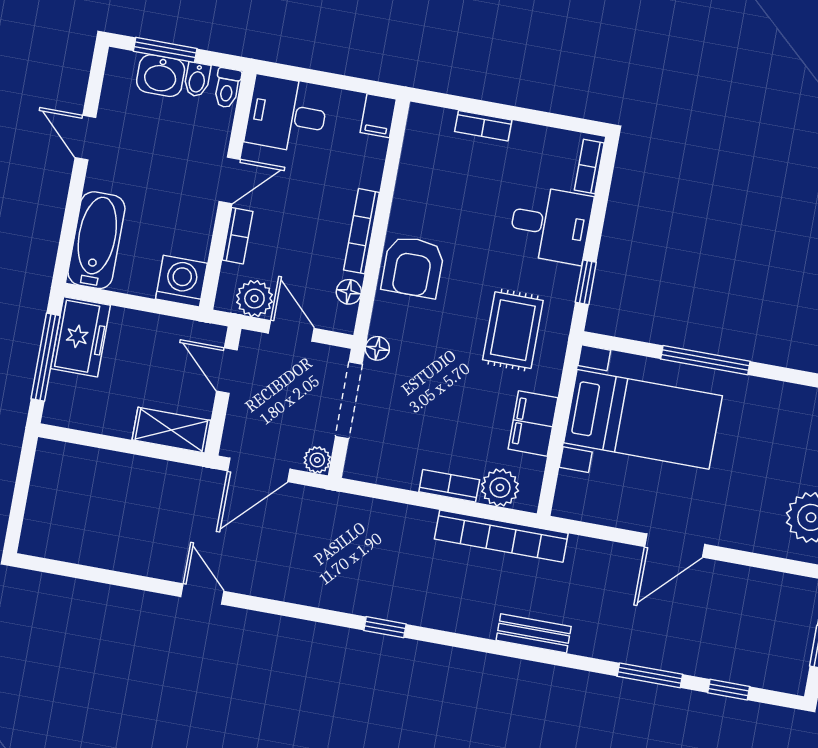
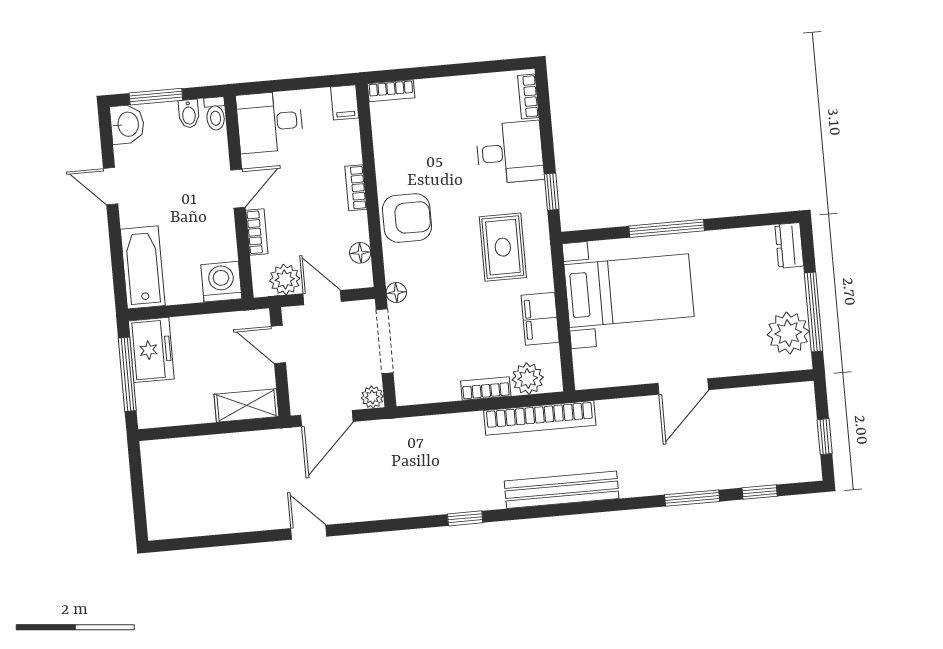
washbasin: (161, 76) -> (127, 124), moved, turned -90
bookcase: (483, 126) -> (391, 91), moved
bookcase: (362, 231) -> (356, 188), width x0.64
armchair: (413, 267) -> (407, 218), turned -90
bench: (534, 633) -> (562, 490), width x1.86, depth x1.21

